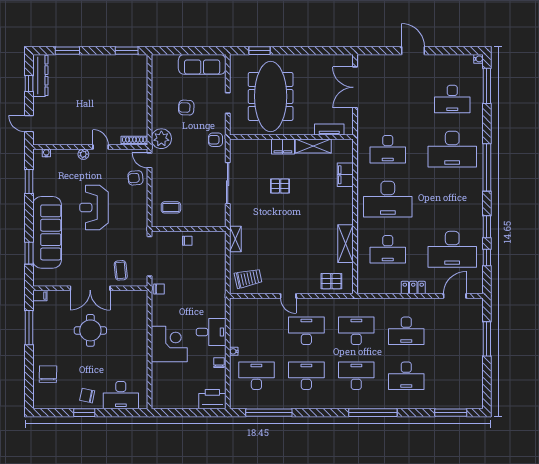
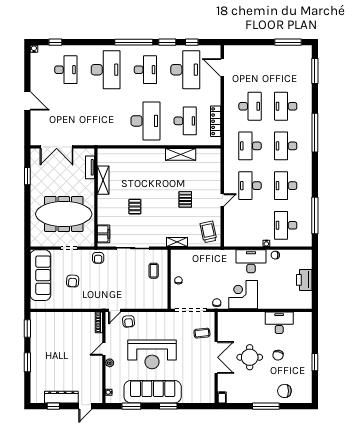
window: (67, 51) -> (27, 362), moved
window: (259, 51) -> (27, 176), moved
door: (413, 51) -> (27, 101), swing flipped
sofa: (202, 64) -> (40, 275), width x1.36, depth x1.27
dresser: (40, 75) -> (61, 397), moved
window: (487, 86) -> (55, 42), width x0.46
plant: (161, 139) -> (97, 301), removed
filing cabinet: (283, 146) -> (103, 234), moved
desk: (388, 149) -> (145, 70), moved
window: (487, 167) -> (134, 42), moved
filing cabinet: (345, 175) -> (126, 155), removed
reception desk: (94, 207) -> (152, 354), width x1.36, depth x1.30
coffee table: (171, 207) -> (154, 271), moved
sofa: (47, 232) -> (153, 392), moved
window: (29, 253) -> (168, 406), moved
pallet: (331, 281) -> (185, 199), moved
locker: (413, 288) -> (216, 121), moved, width x1.53
window: (29, 328) -> (266, 406), moved
desk: (211, 332) -> (251, 261), width x1.37
window: (487, 339) -> (288, 42), moved
corner desk: (169, 344) -> (243, 295), moved
desk: (406, 376) -> (286, 106), turned 180
desk: (121, 395) -> (279, 323), moved, turned -90
chair: (87, 396) -> (278, 355), moved
printer: (212, 399) -> (304, 280), moved

